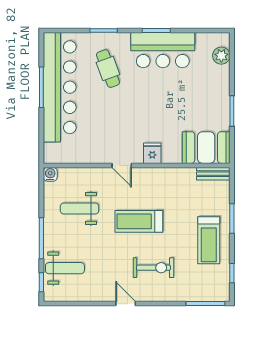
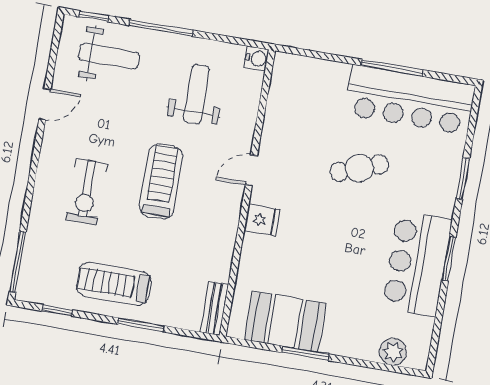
cafe table: (108, 69) -> (359, 168), moved
bar counter: (60, 87) -> (410, 100), width x0.73
booth: (206, 148) -> (285, 322), moved, turned 90
weight bench: (65, 268) -> (109, 56), turned -90
door: (126, 304) -> (45, 104), moved

